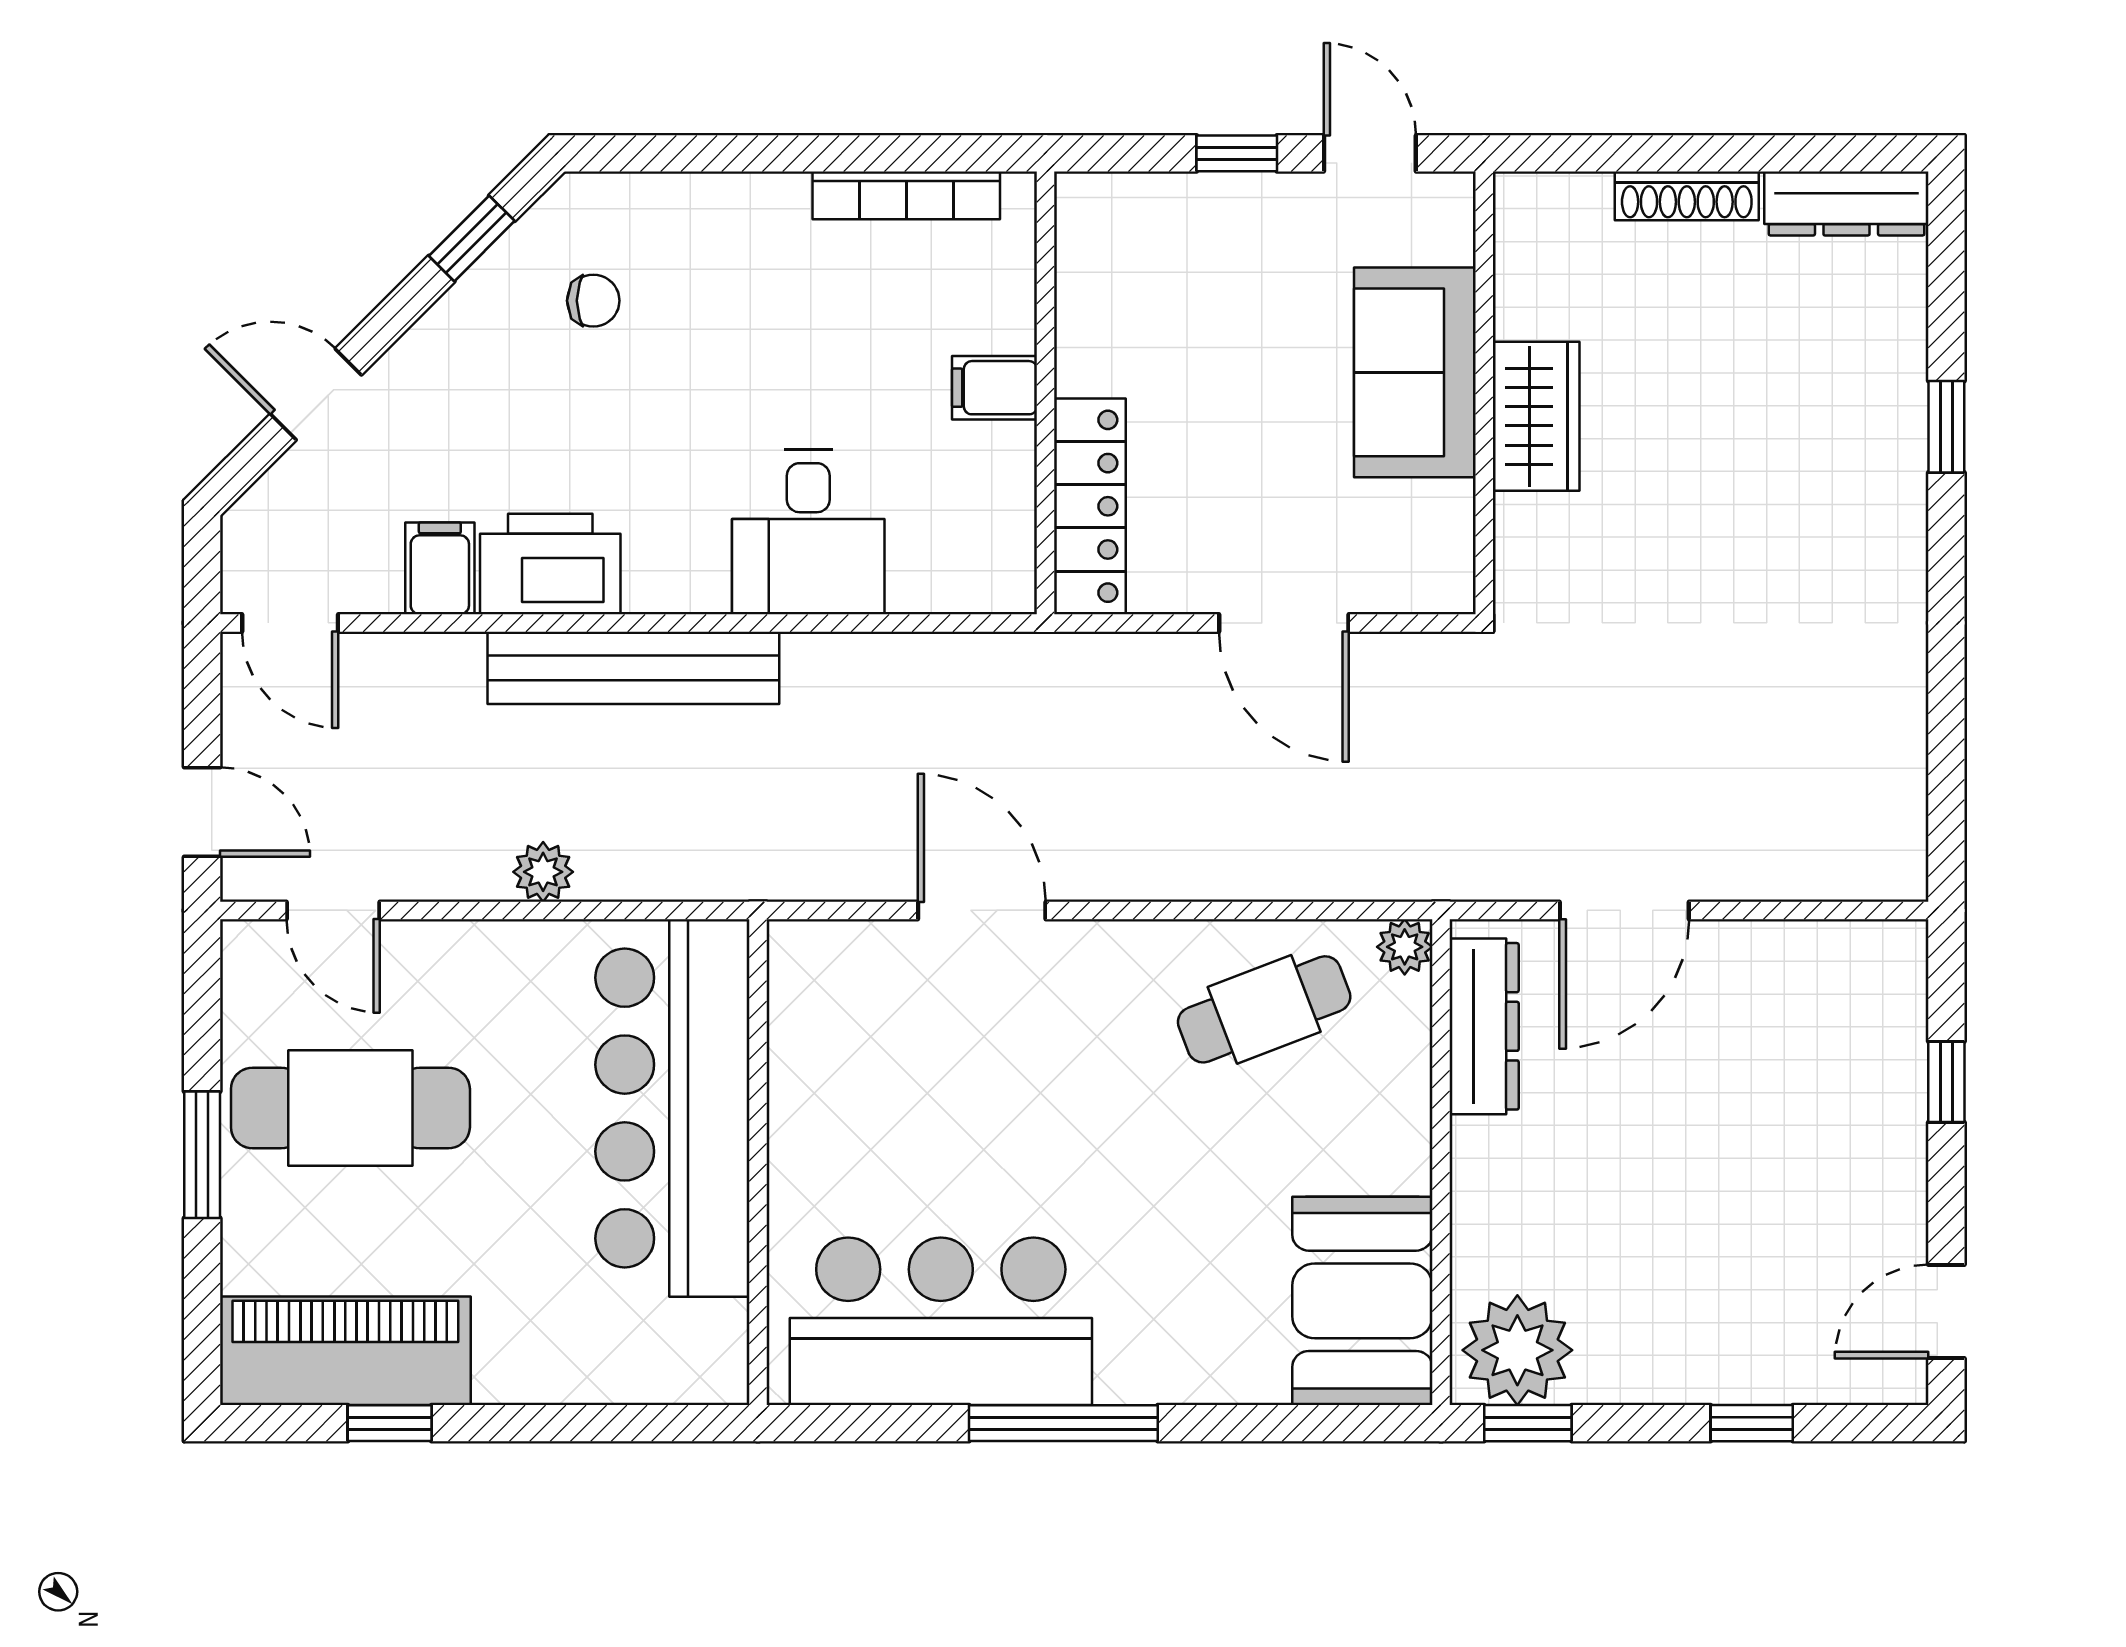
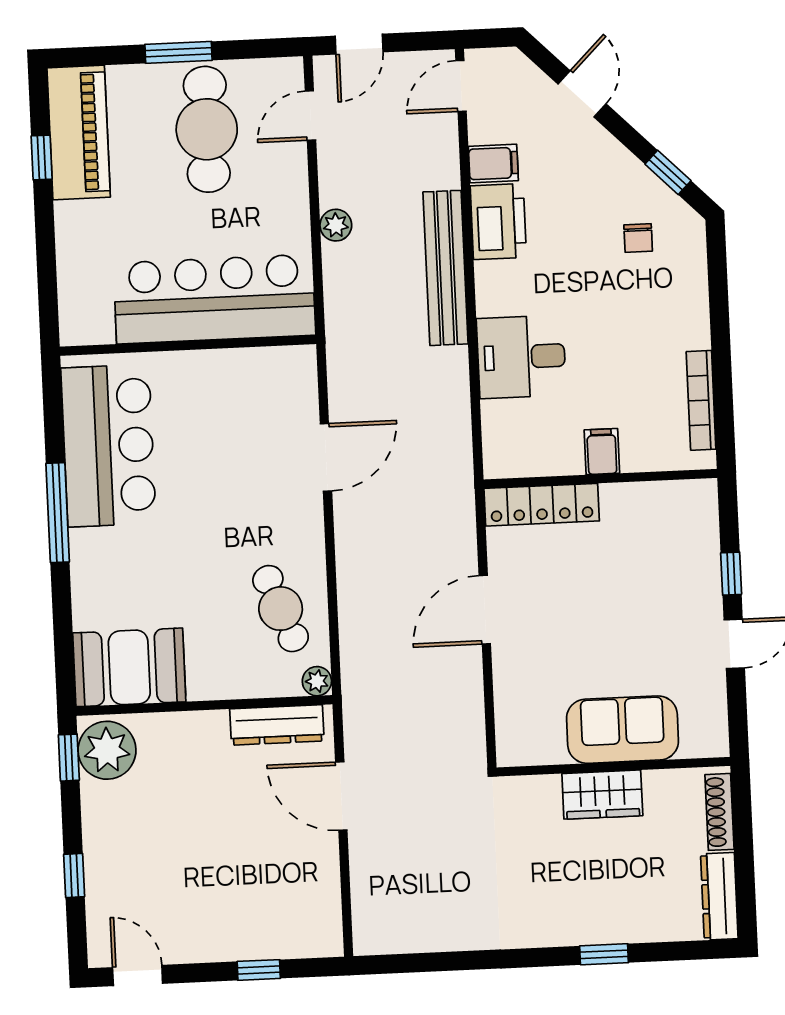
sofa: (1415, 372) -> (623, 730), moved
wall: (1484, 393) -> (613, 767), moved
wardrobe: (1536, 416) -> (602, 795), moved

